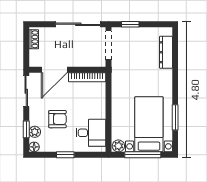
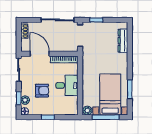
door: (54, 70) -> (40, 54), swing flipped
desk: (91, 133) -> (67, 85), moved

